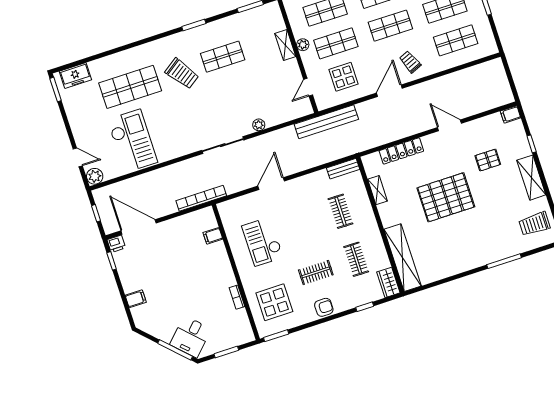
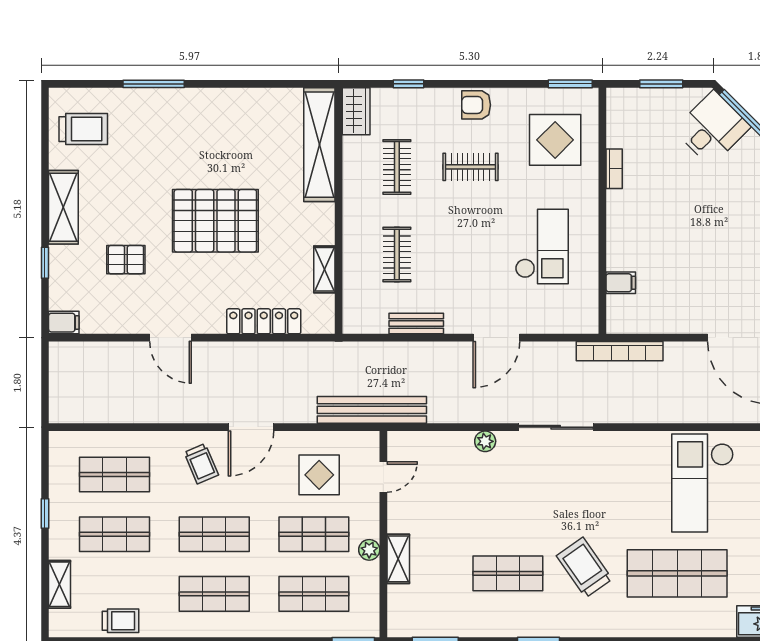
bench: (343, 169) -> (416, 324), moved

